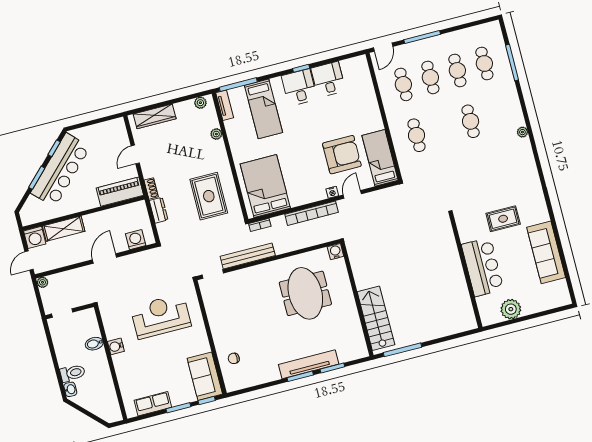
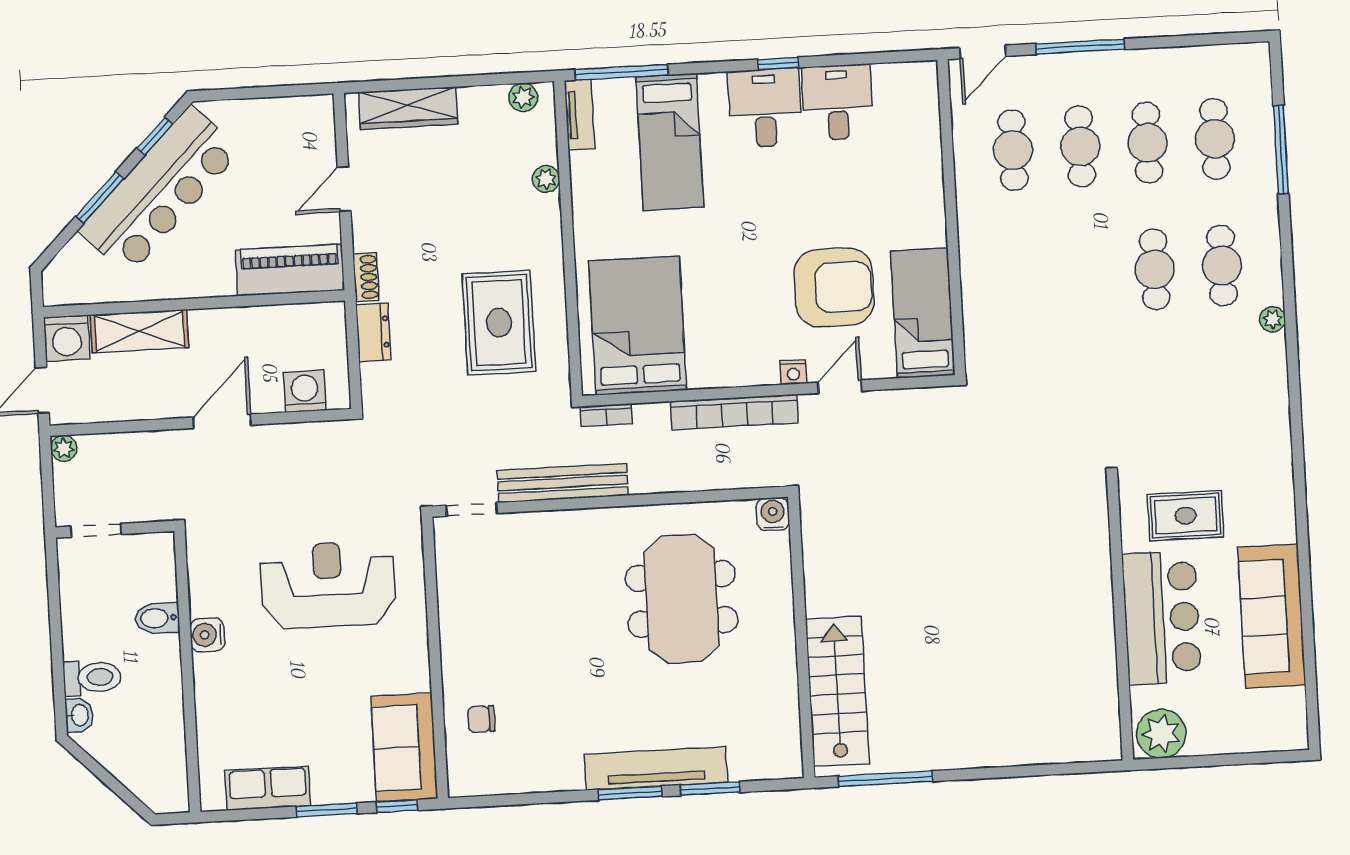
cafe table: (417, 135) -> (1222, 266), moved
bar counter: (483, 267) -> (1162, 618), moved
wall: (466, 271) -> (1120, 619), moved

